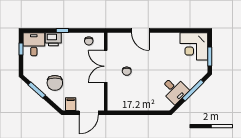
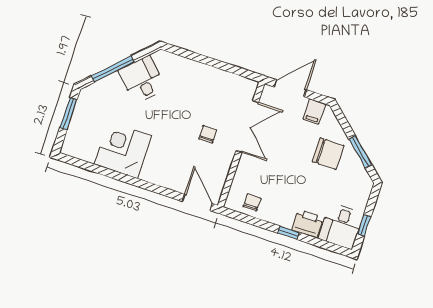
door: (140, 31) -> (197, 202), moved
corner desk: (194, 46) -> (123, 150), moved, turned -90
double door: (106, 66) -> (247, 127), moved
chair: (55, 83) -> (328, 154), turned 90

